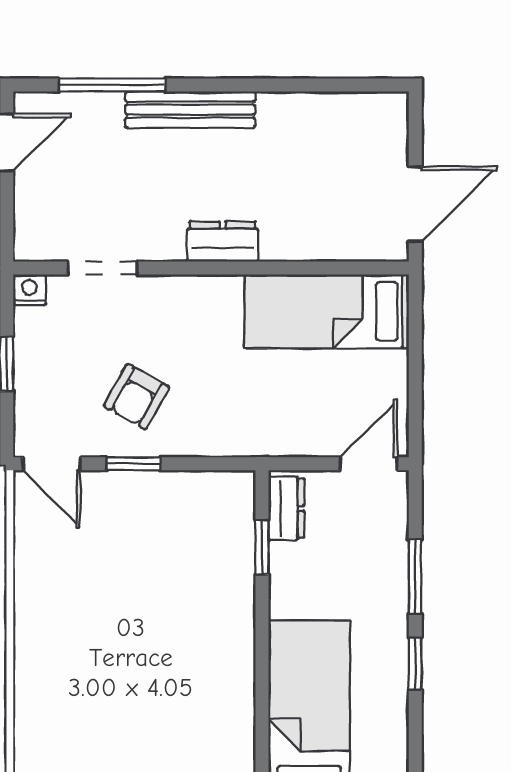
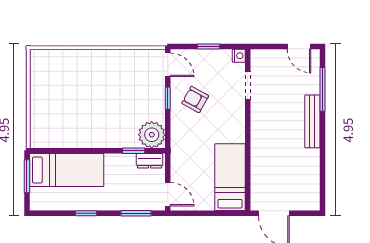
dresser: (223, 241) -> (259, 135), removed
door: (52, 464) -> (168, 65), swing flipped
plant: (223, 503) -> (152, 135), added
window: (415, 577) -> (136, 213), moved

